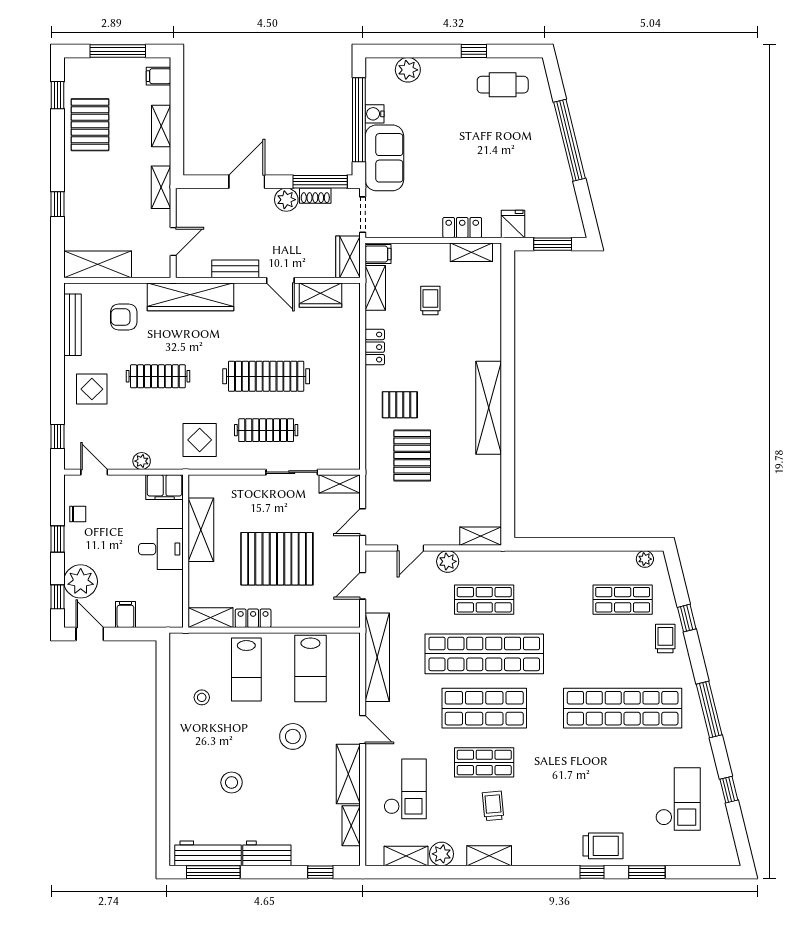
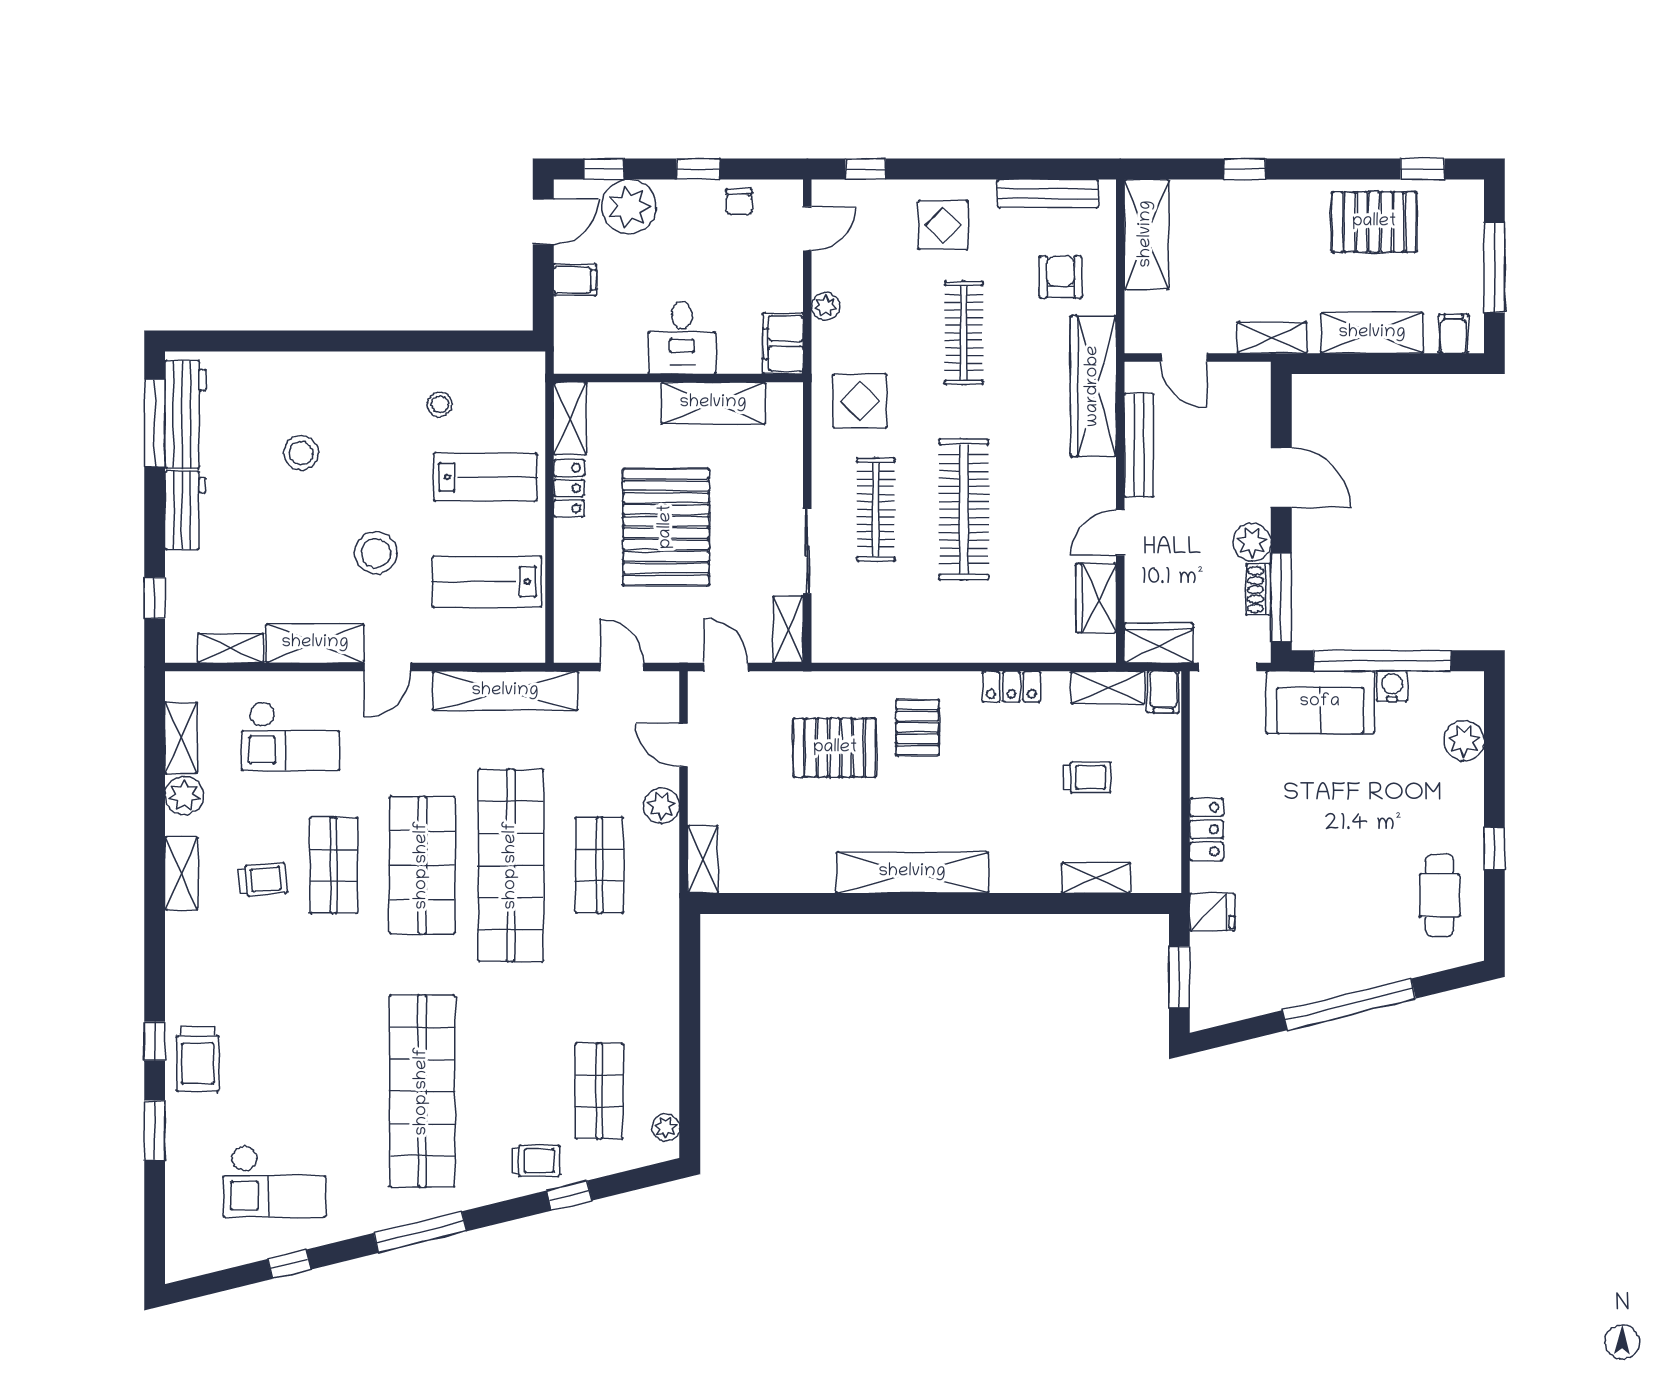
shelving: (161, 126) -> (1372, 333), width x1.50, depth x1.33
shelving: (471, 252) -> (1096, 878), moved, turned 90
bench: (235, 269) -> (1139, 445), width x1.36
lab bench: (246, 669) -> (485, 477), turned 180

